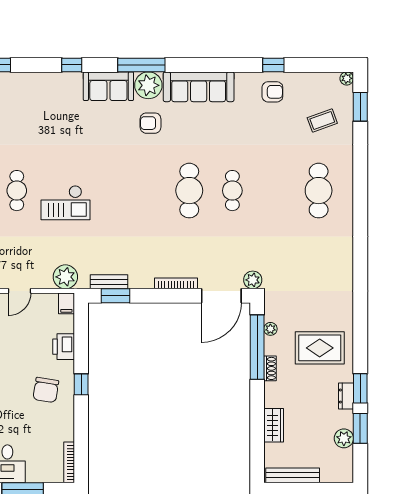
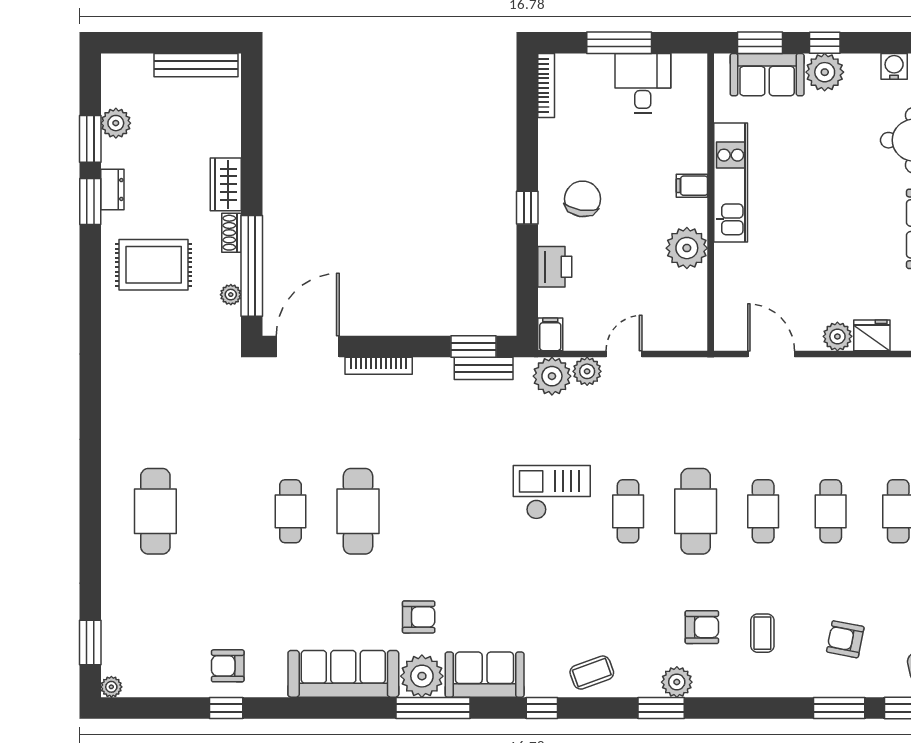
coffee table: (322, 120) -> (592, 673), moved
plant: (253, 280) -> (587, 371), moved
wardrobe: (274, 425) -> (226, 184), moved

